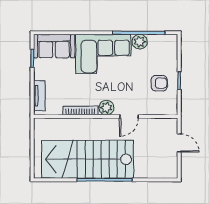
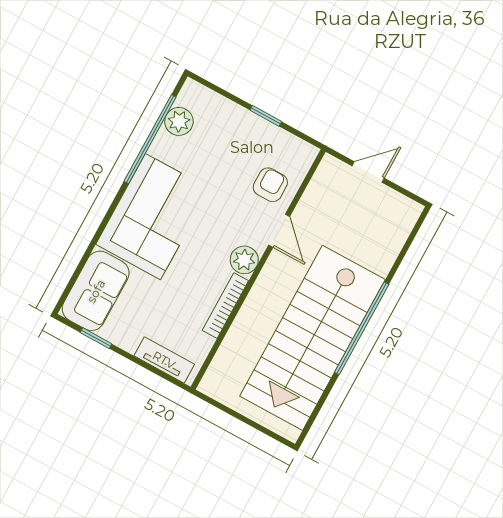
plant: (140, 42) -> (179, 121), moved
armchair: (159, 83) -> (270, 185), moved

